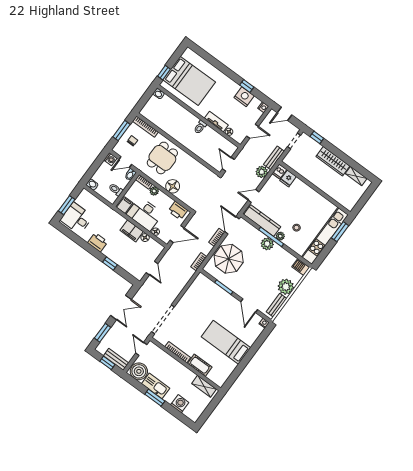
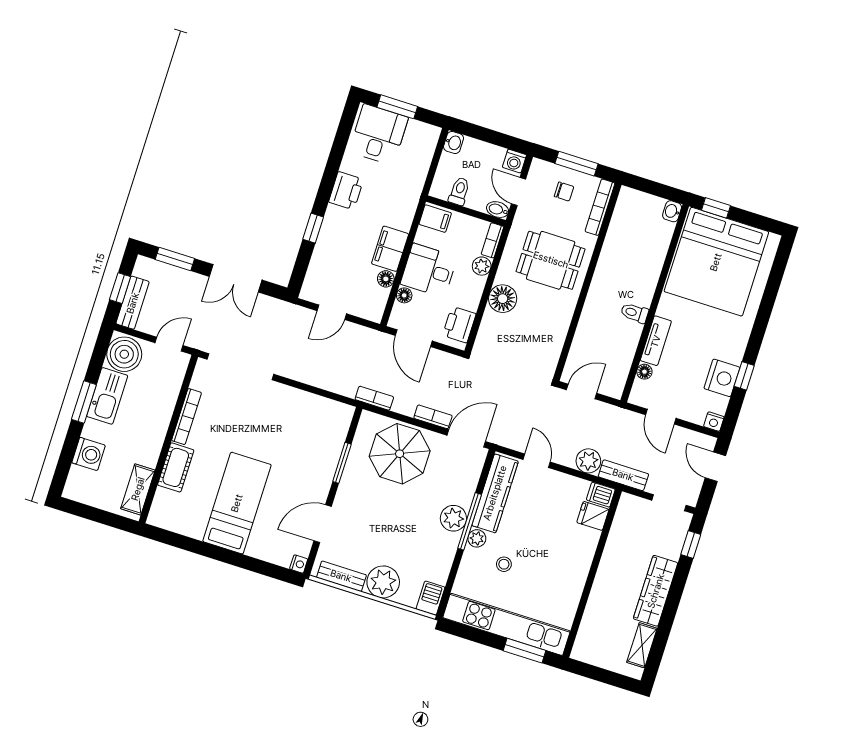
bed: (189, 81) -> (716, 262), width x1.36
desk: (145, 214) -> (429, 270), width x0.73

